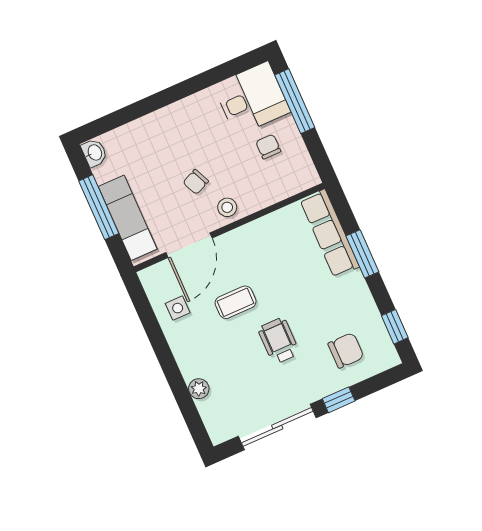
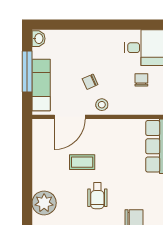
side table: (178, 308) -> (47, 151), removed
wheelchair: (279, 341) -> (97, 196), turned 180
plant: (199, 389) -> (44, 203), width x1.88, depth x1.88

